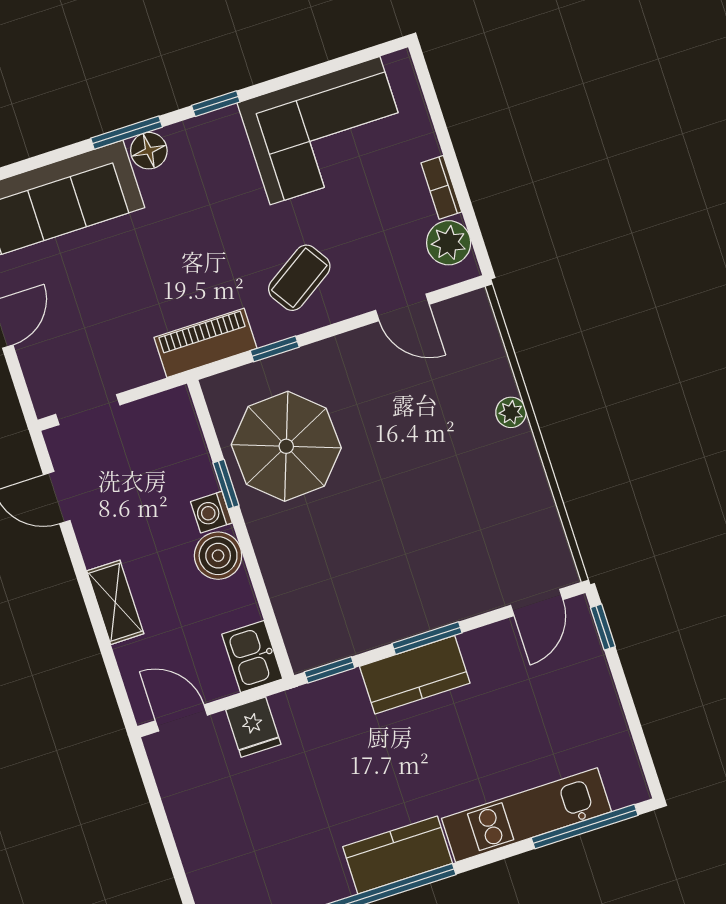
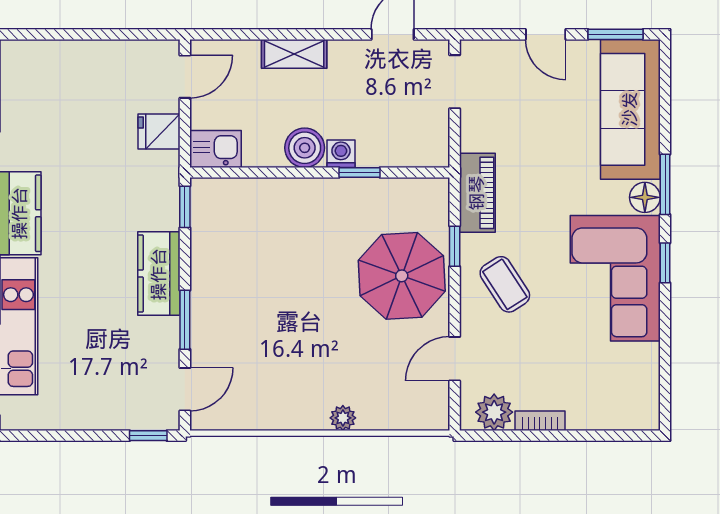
corner sofa: (325, 131) -> (615, 278), moved
parasol: (286, 446) -> (402, 276), moved
door: (537, 603) -> (185, 389), swing flipped
window: (427, 638) -> (185, 320), moved

